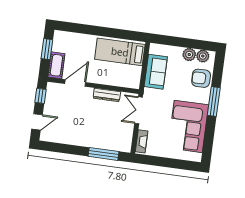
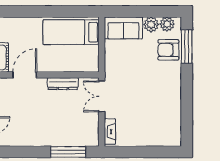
sofa: (156, 72) -> (123, 28), moved, turned 90
window: (214, 102) -> (187, 47), moved
corner sofa: (188, 126) -> (161, 107), removed

